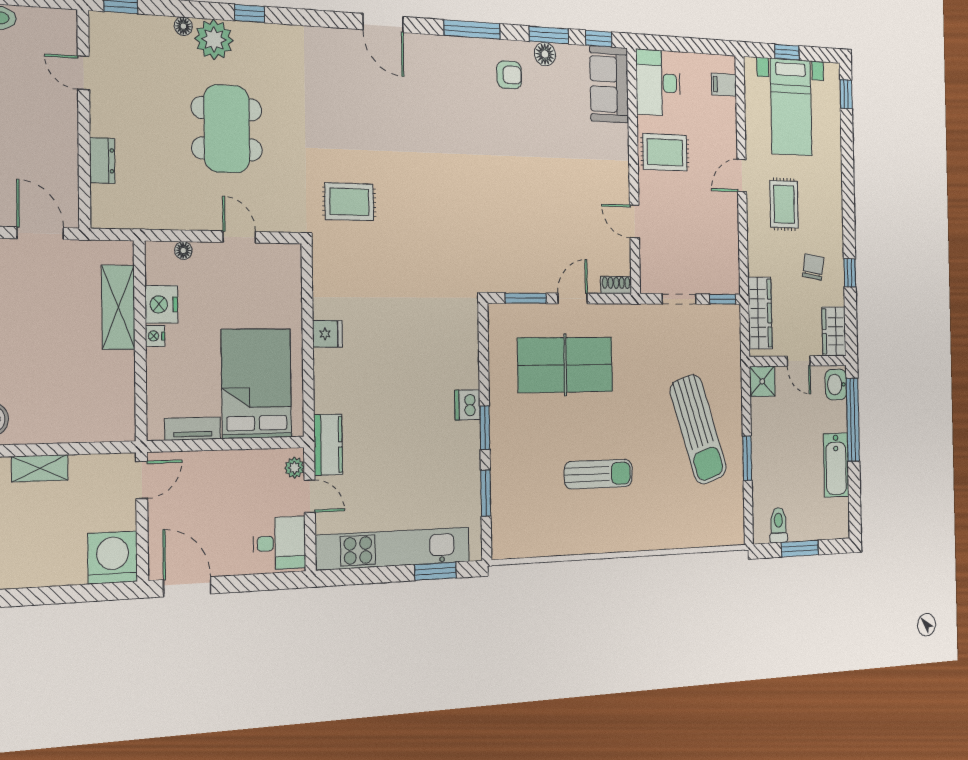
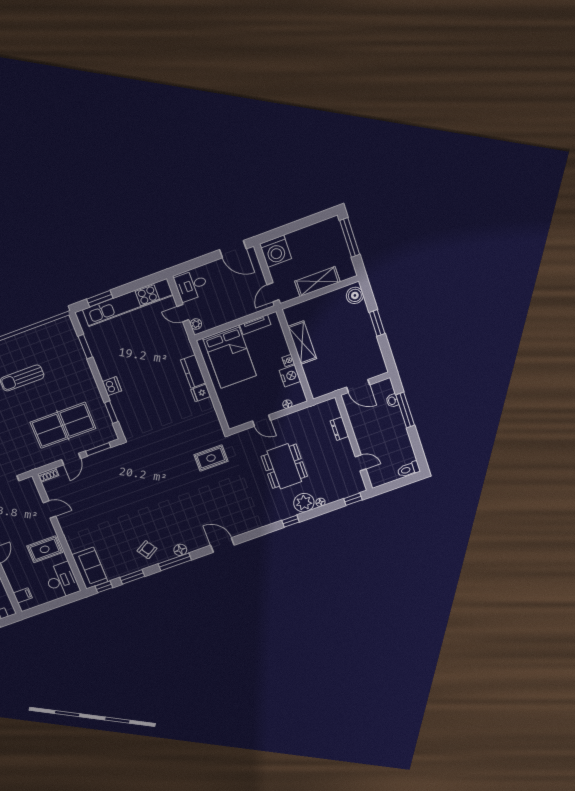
floor lamp: (545, 54) -> (180, 550), moved
armchair: (509, 75) -> (147, 550), turned 148
shelving: (118, 307) -> (302, 343), moved
window: (485, 428) -> (111, 412), moved
kitchen counter: (328, 445) -> (193, 371), moved
shelving: (40, 468) -> (317, 282), width x1.50, depth x1.33

